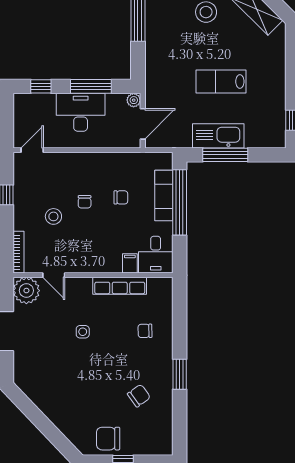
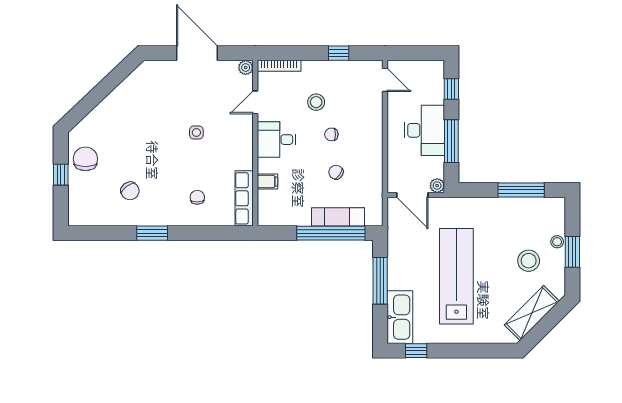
lab bench: (221, 82) -> (456, 276), width x1.86, depth x1.39
kitchen sink: (218, 136) -> (400, 317), moved
chair: (121, 197) -> (336, 172), turned 125
desk: (156, 255) -> (276, 140), moved
row of seats: (120, 286) -> (244, 198), moved
plant: (26, 291) -> (246, 68), width x0.53, depth x0.53

